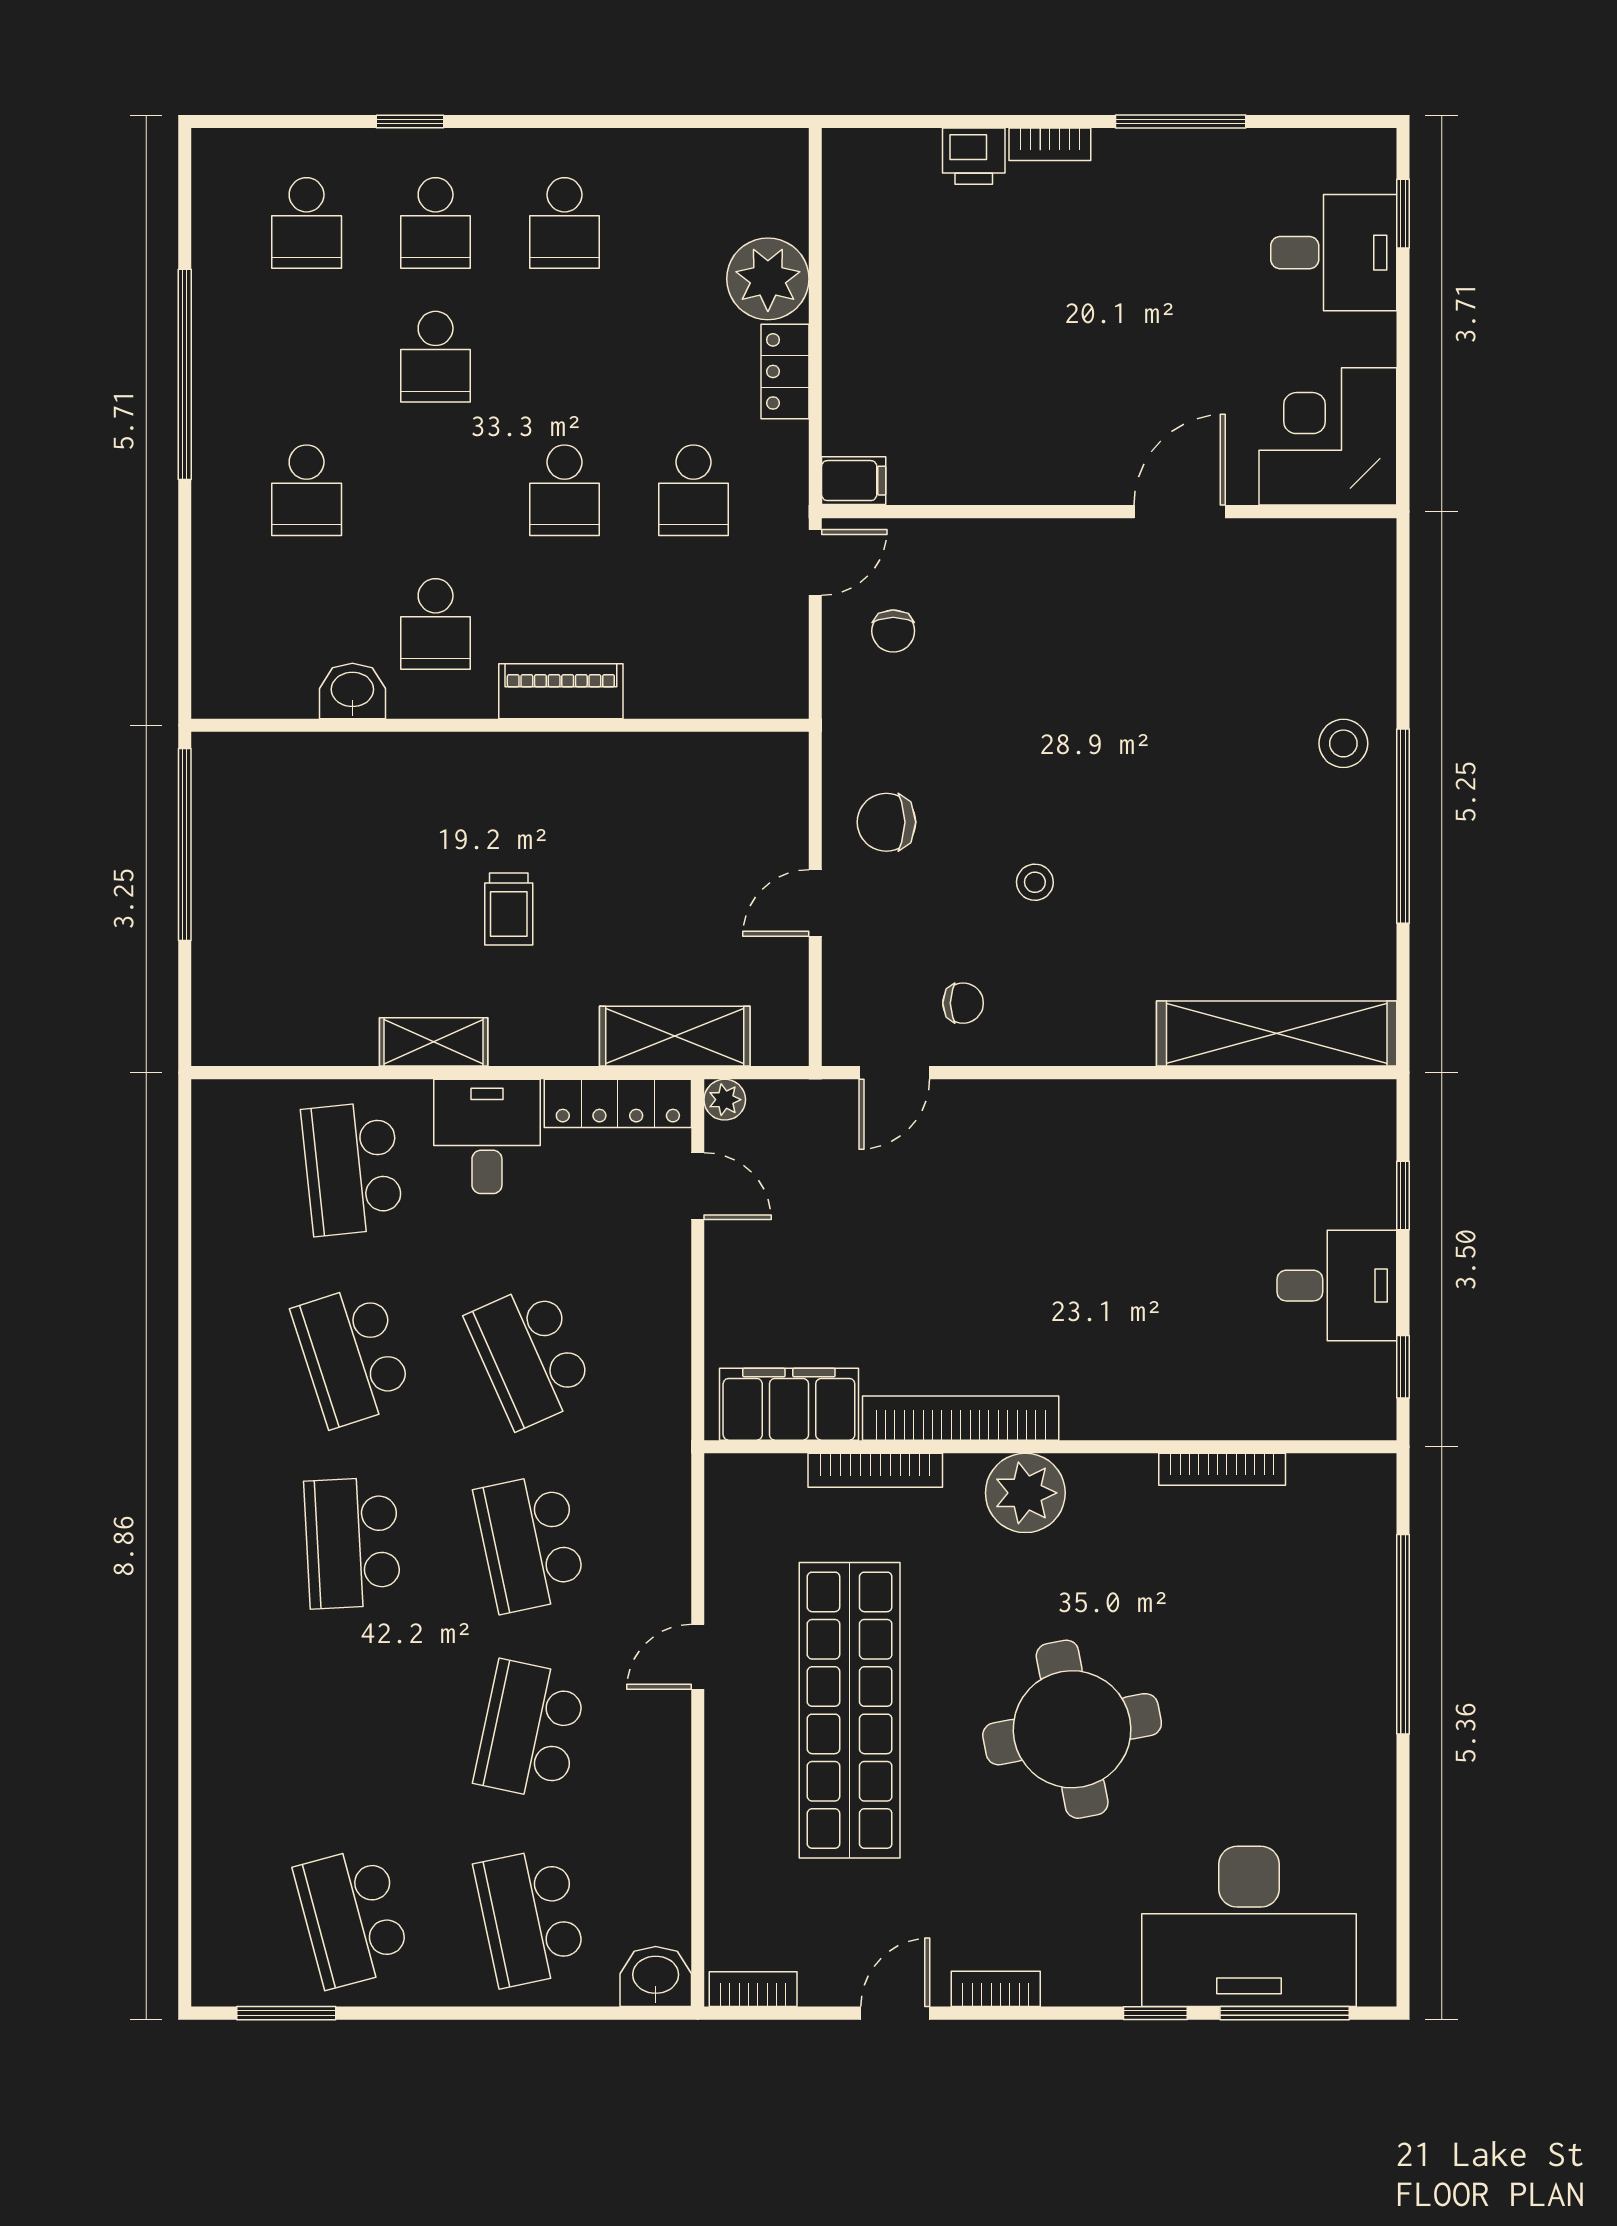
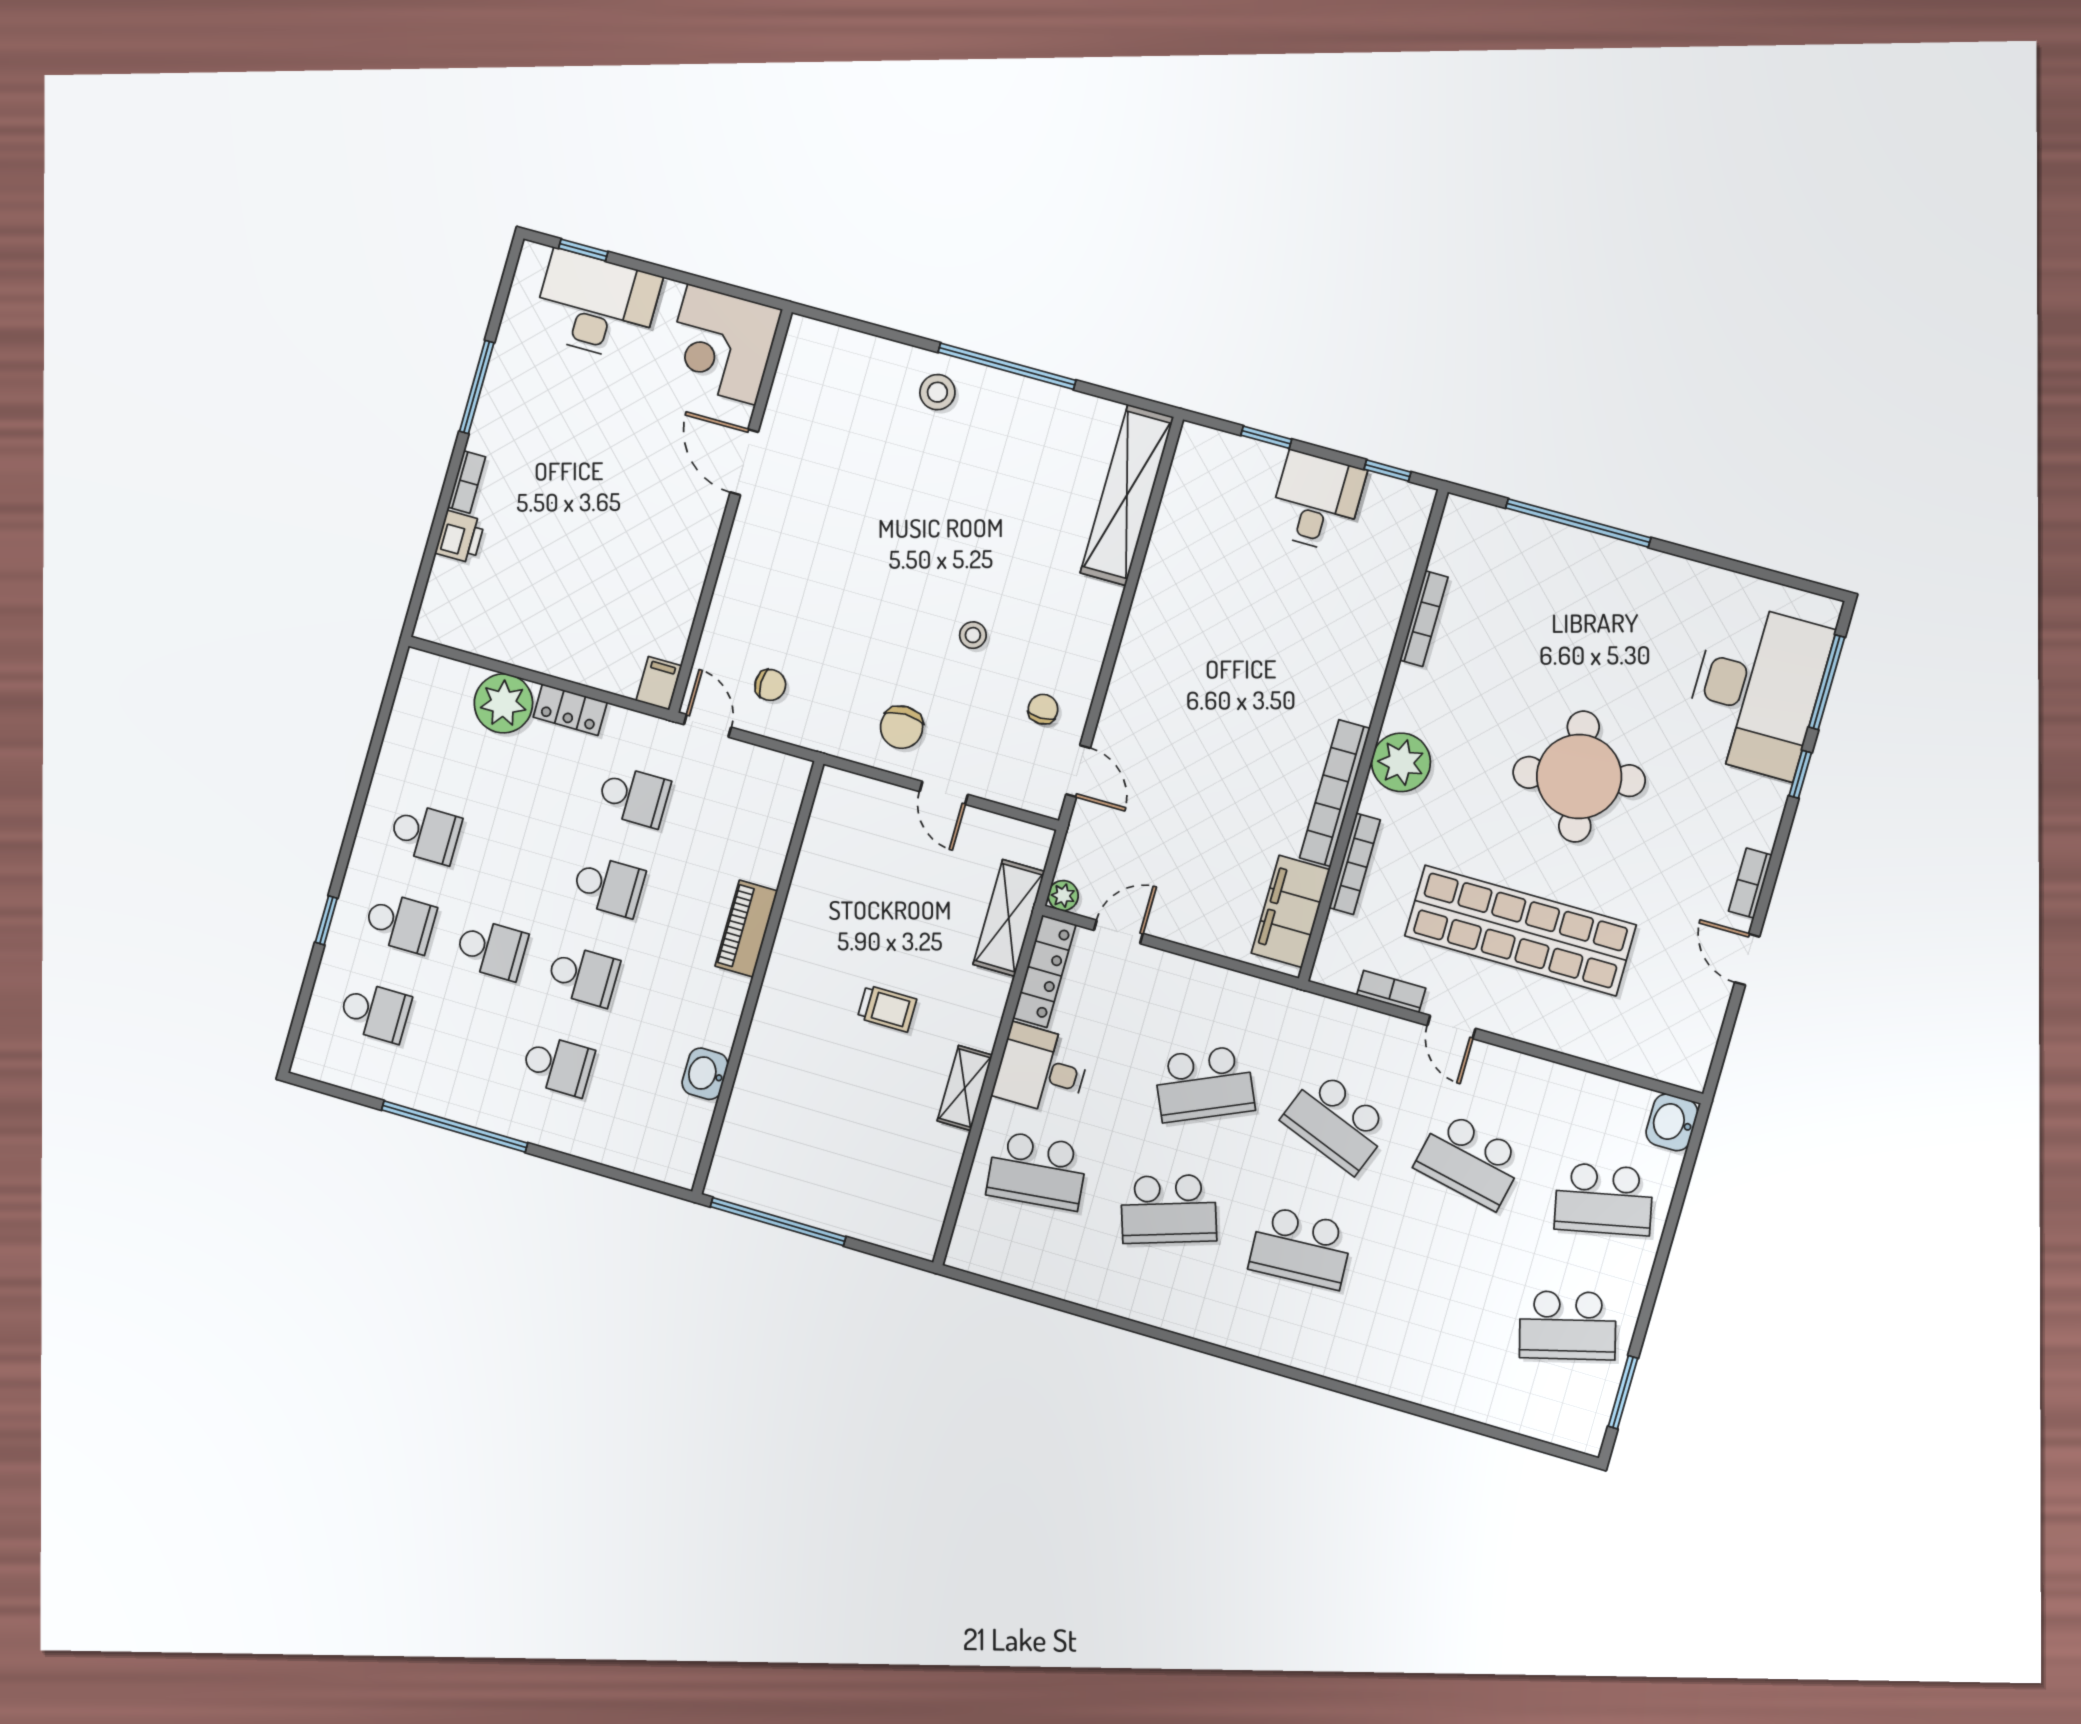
desk: (1334, 253) -> (596, 305), width x1.37
school desk: (436, 624) -> (583, 976), moved
school desk: (530, 1543) -> (1337, 1122), turned 33
bookcase: (753, 1989) -> (1391, 992), moved, turned 90

